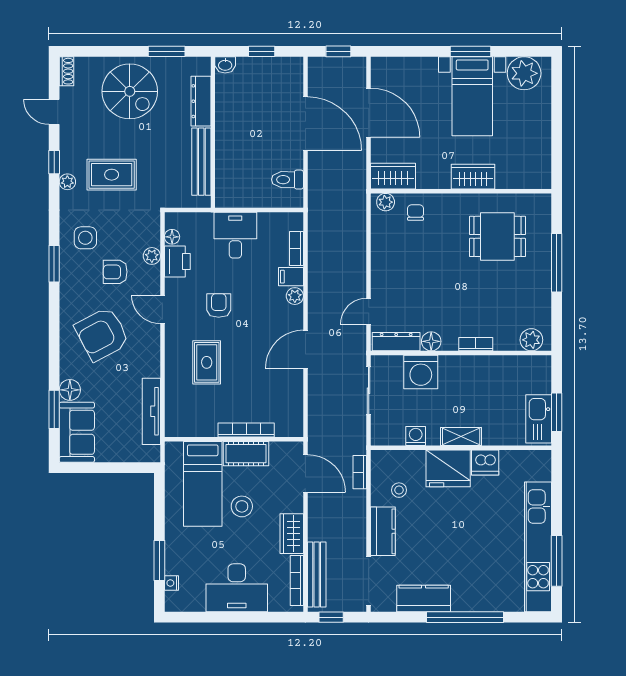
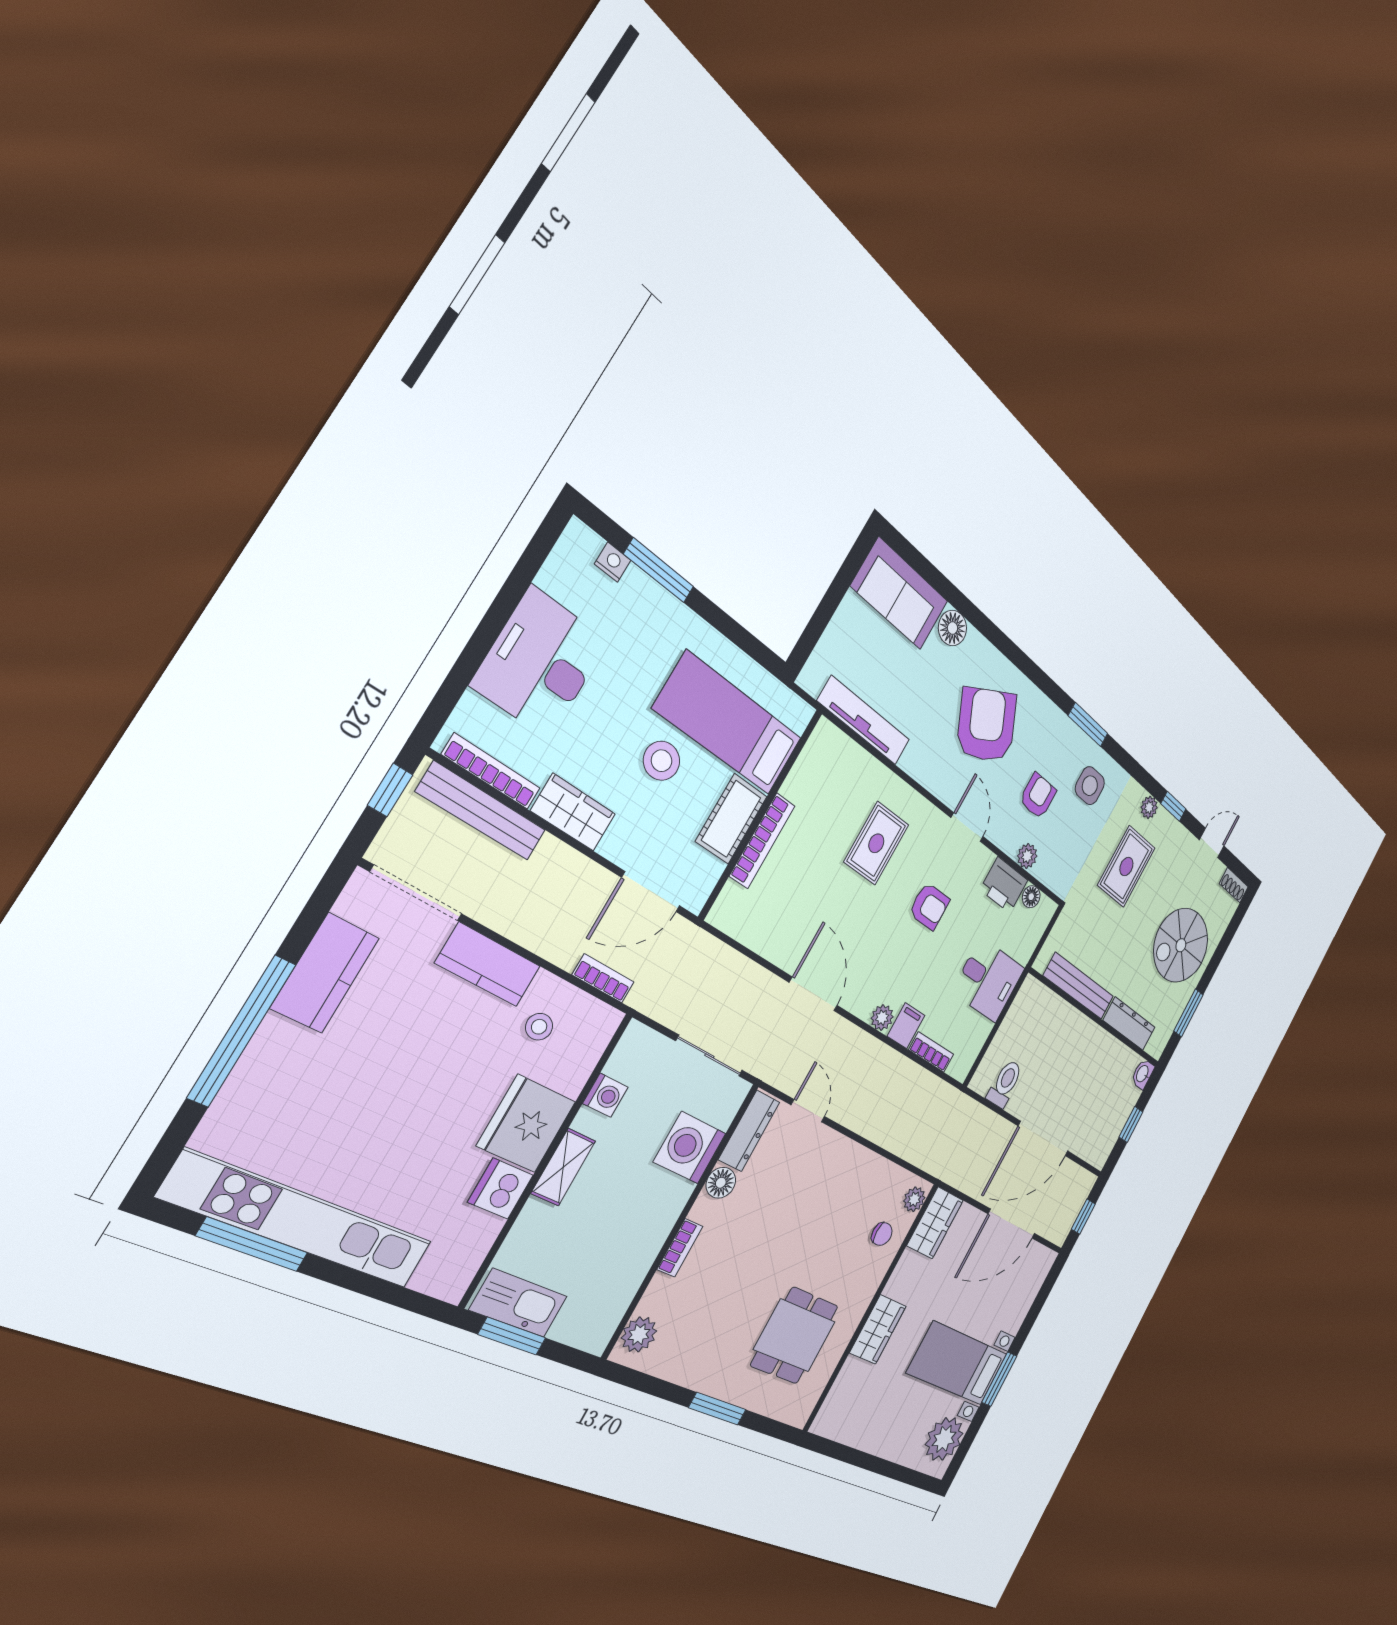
window: (557, 263) -> (717, 1409), width x0.69
door: (162, 309) -> (967, 827), hinge flipped
rug: (207, 362) -> (876, 843), turned 90
window: (54, 409) -> (944, 586), removed

